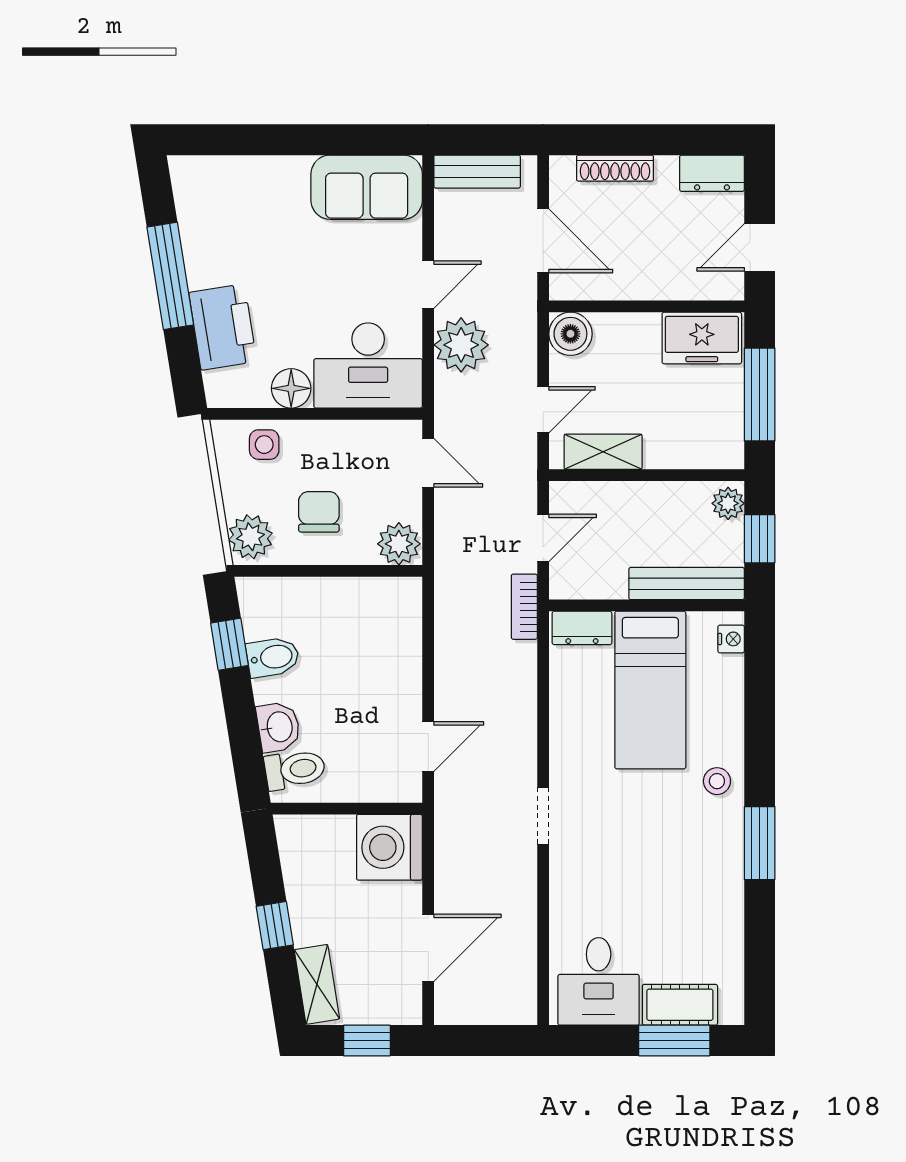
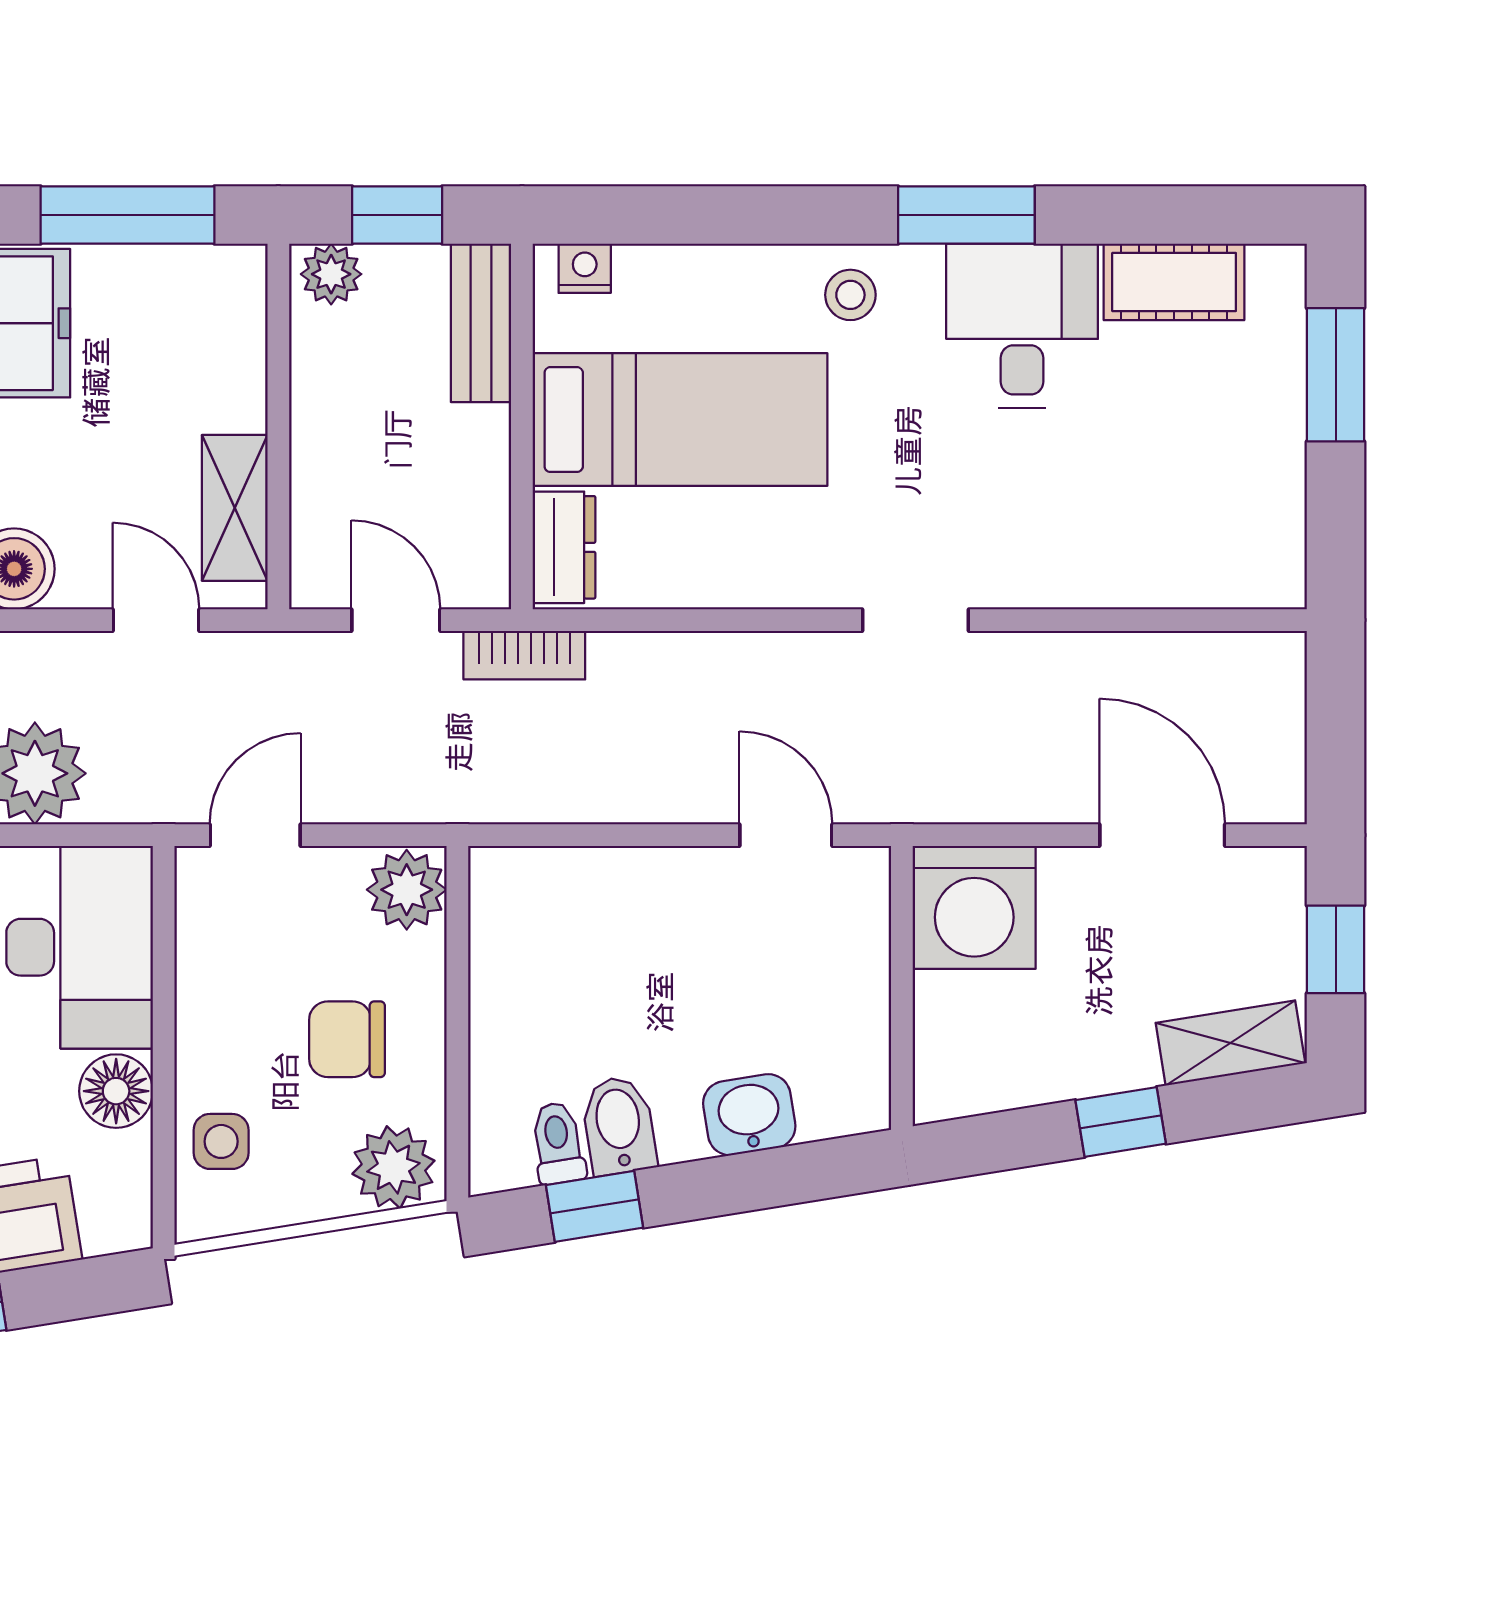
bench: (687, 584) -> (481, 323), width x0.73
toilet: (295, 769) -> (558, 1143), moved, width x0.73, depth x0.72
desk: (599, 981) -> (1022, 326), moved, turned -90
cot: (680, 1005) -> (1174, 282), moved, turned 90

